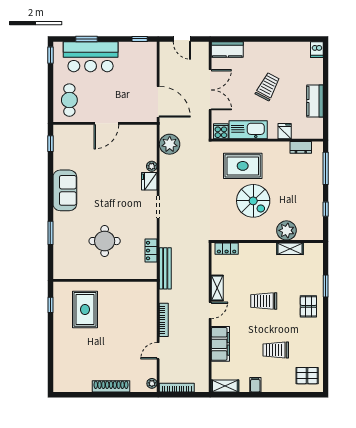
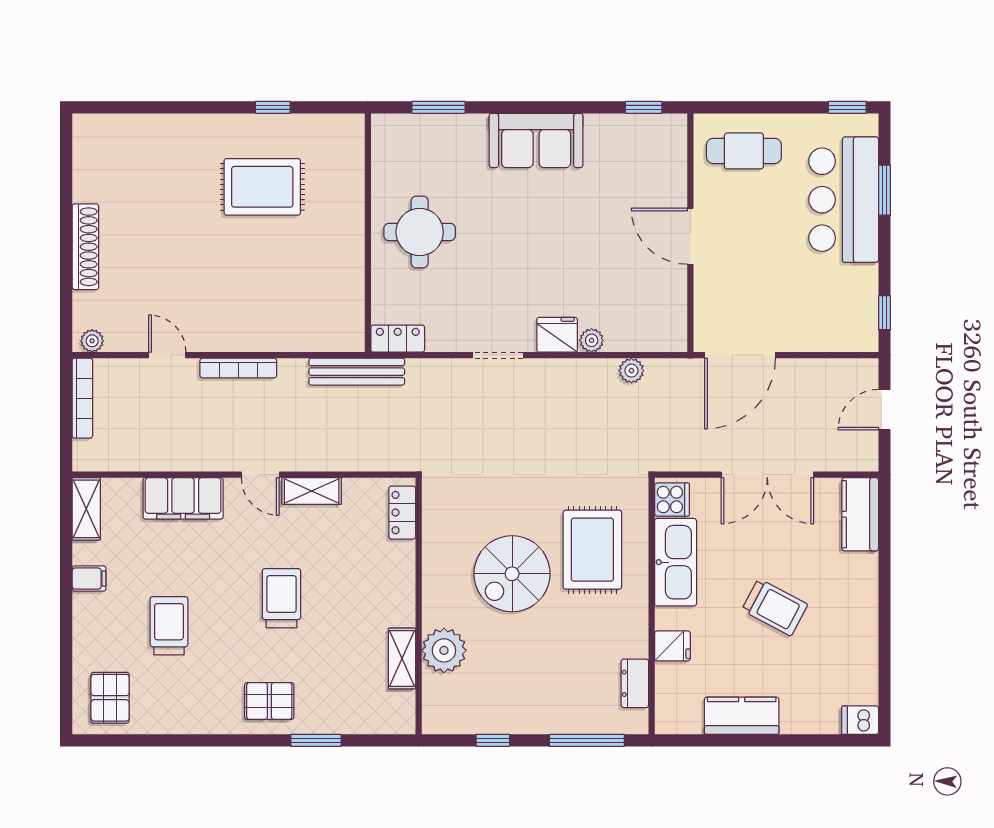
plant: (170, 144) -> (631, 371), width x0.53, depth x0.53
wall: (105, 280) -> (368, 233), moved

